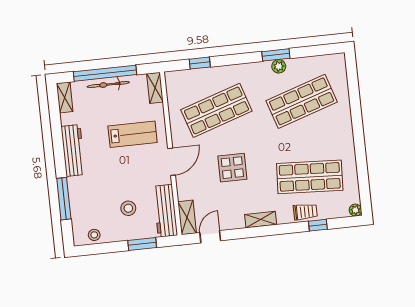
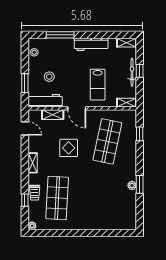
window: (105, 73) -> (140, 71), width x0.32
shop shelf: (302, 101) -> (107, 198), removed
shop shelf: (216, 110) -> (107, 141), turned 30
shelving: (187, 217) -> (53, 115), moved

